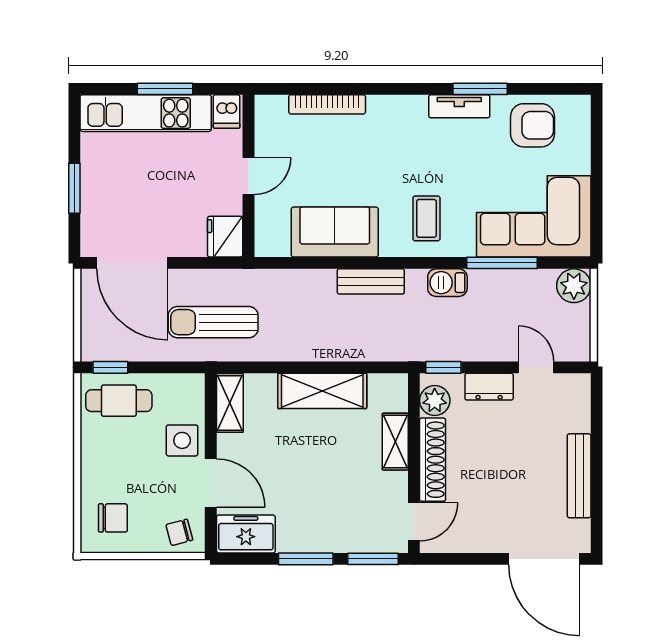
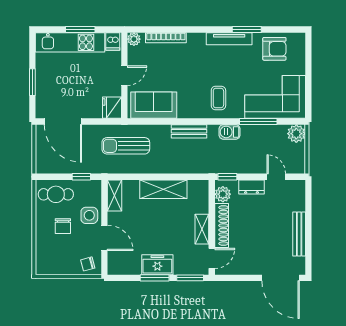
tv unit: (459, 106) -> (229, 39), width x1.41
plant: (267, 107) -> (134, 39), added
sofa: (335, 232) -> (154, 105), moved
sun lounger: (213, 322) -> (126, 146), moved
window: (110, 367) -> (81, 177), moved
shelving: (395, 442) -> (202, 229), moved
chair: (113, 518) -> (63, 226), moved, turned 90
freezer: (246, 534) -> (157, 265), moved

